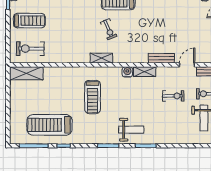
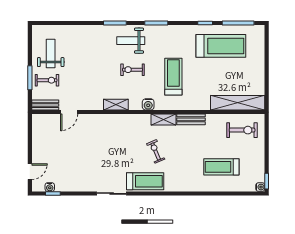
treadmill: (29, 21) -> (221, 167), moved
bench: (161, 58) -> (191, 119), moved
water cooler: (127, 72) -> (148, 104), moved
shelving: (26, 73) -> (238, 103), width x1.47
exercise bike: (173, 96) -> (133, 70), moved

